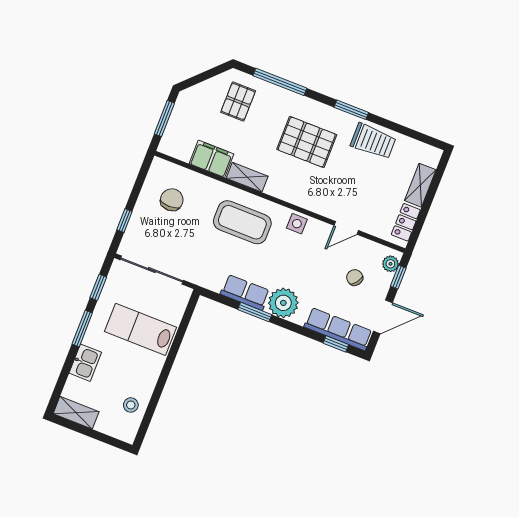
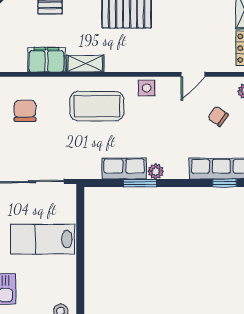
plant: (283, 303) -> (156, 171), width x0.53, depth x0.53

